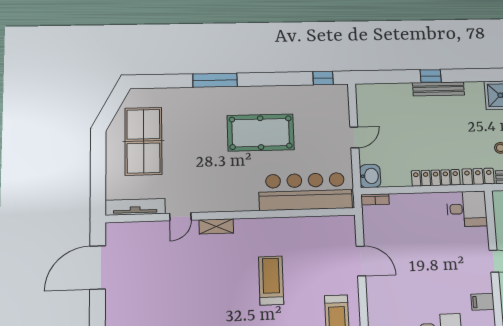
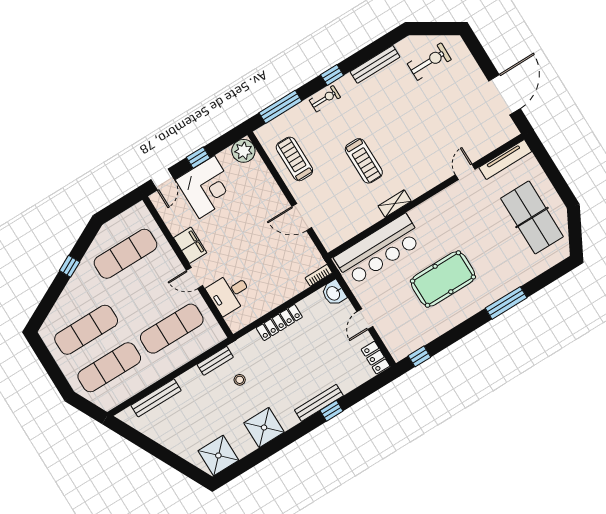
locker: (478, 176) -> (375, 358), moved, turned 90
desk: (467, 209) -> (229, 293), moved
shelving: (216, 226) -> (395, 204), moved
filing cabinet: (483, 302) -> (190, 245), width x2.00

